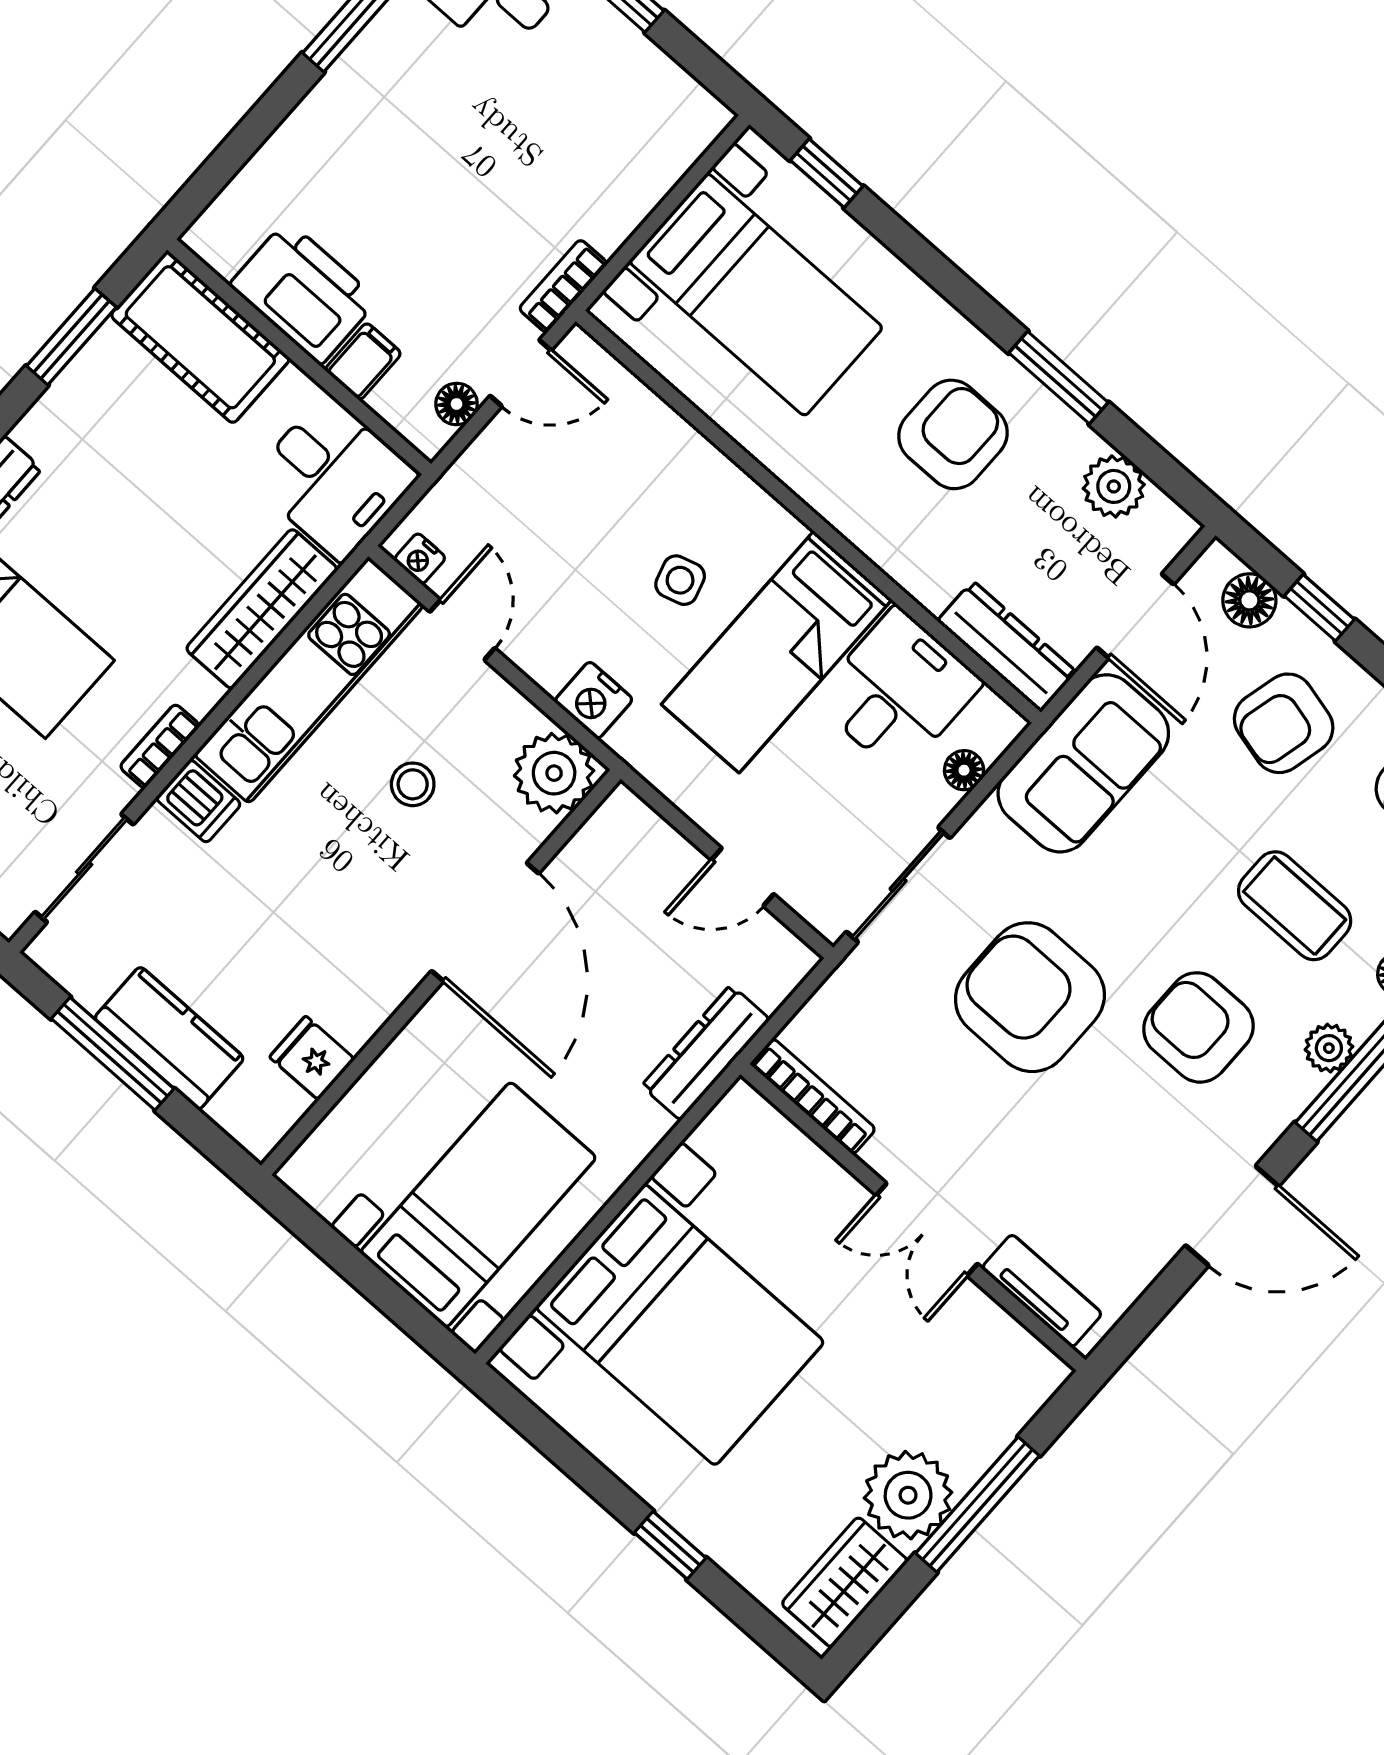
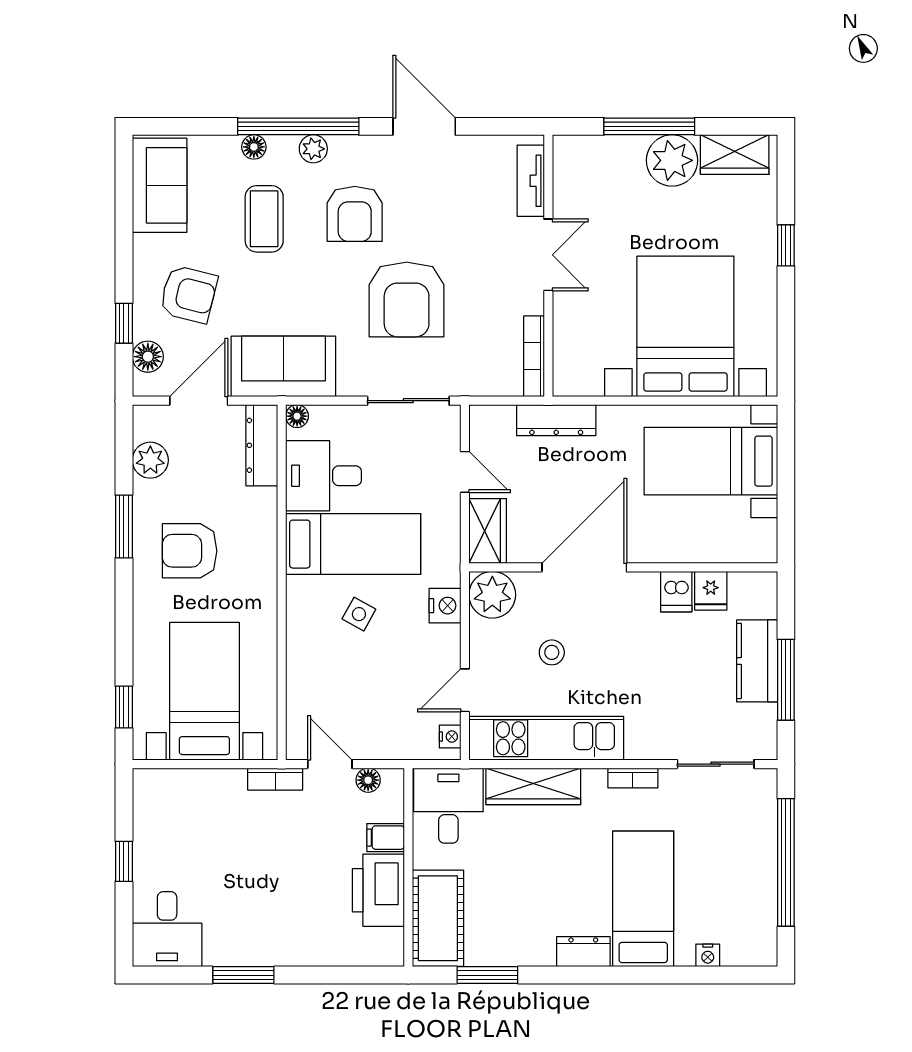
side table: (680, 580) -> (359, 614), turned 45
floor lamp: (964, 770) -> (297, 416), moved
dishwasher: (198, 801) -> (676, 592), moved, turned 180
wardrobe: (641, 839) -> (488, 531), added

